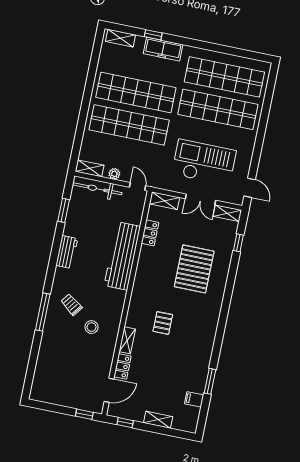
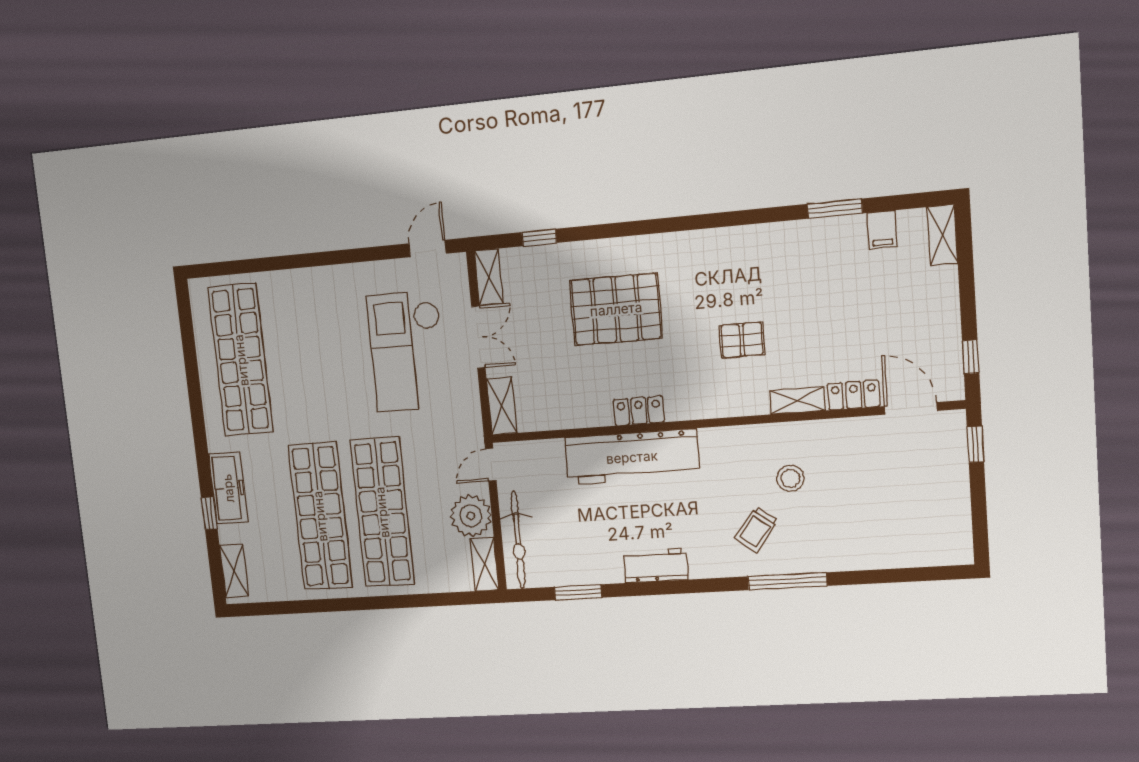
shop shelf: (218, 109) -> (302, 355), removed
plant: (114, 174) -> (471, 516), width x1.88, depth x1.88
locker: (150, 233) -> (639, 411), moved
shelving: (158, 420) -> (943, 235), moved

